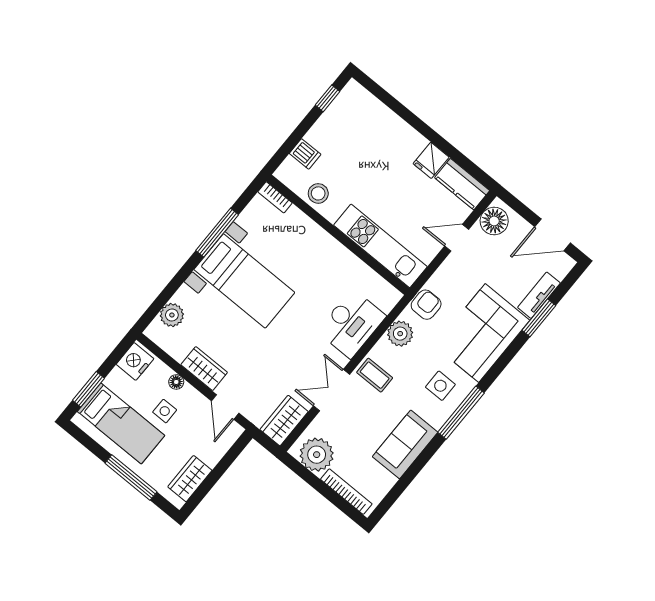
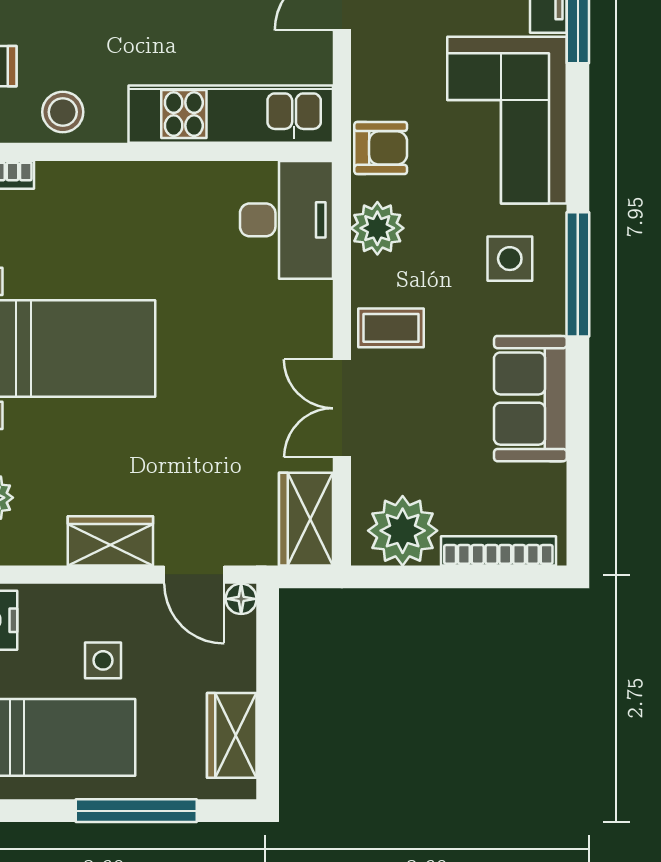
armchair: (426, 305) -> (381, 148), turned 90
desk: (351, 324) -> (286, 220), moved
floor lamp: (176, 382) -> (241, 599), moved

